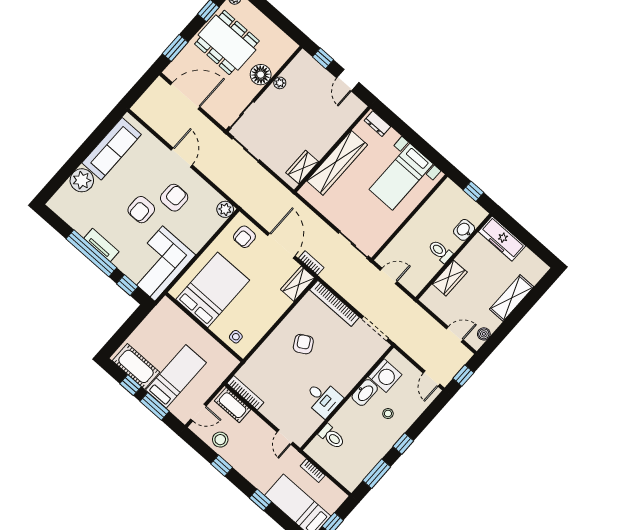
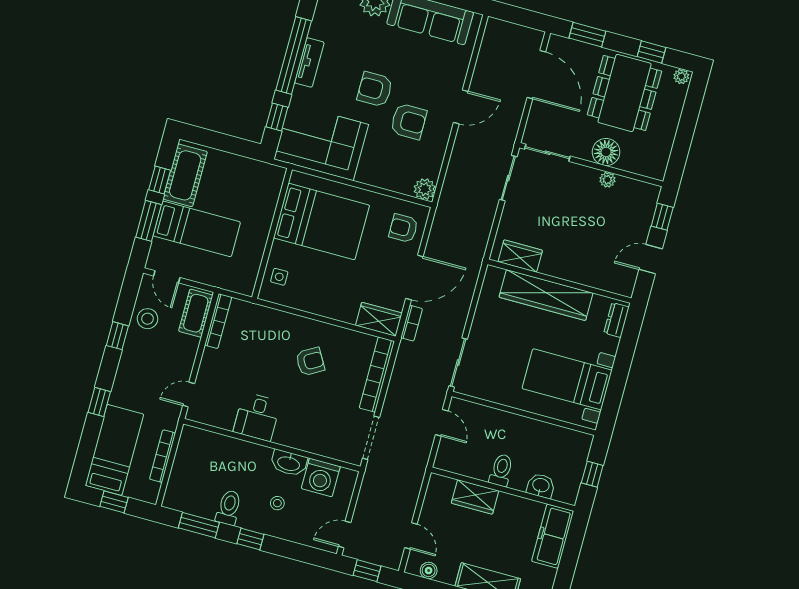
toilet: (332, 437) -> (229, 507), moved, turned 180
bookcase: (313, 471) -> (163, 456), width x1.56

